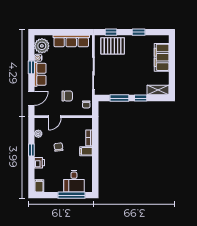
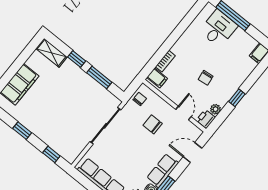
pallet: (113, 46) -> (62, 138), removed
door: (55, 117) -> (183, 113), hinge flipped
filing cabinet: (86, 151) -> (157, 78), moved
printer: (39, 163) -> (206, 119), moved

